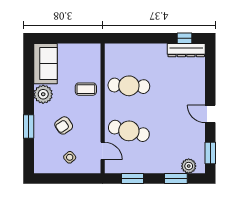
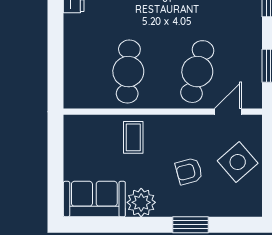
armchair: (64, 125) -> (189, 171), turned 109
side table: (70, 157) -> (238, 162), width x1.87, depth x1.87

